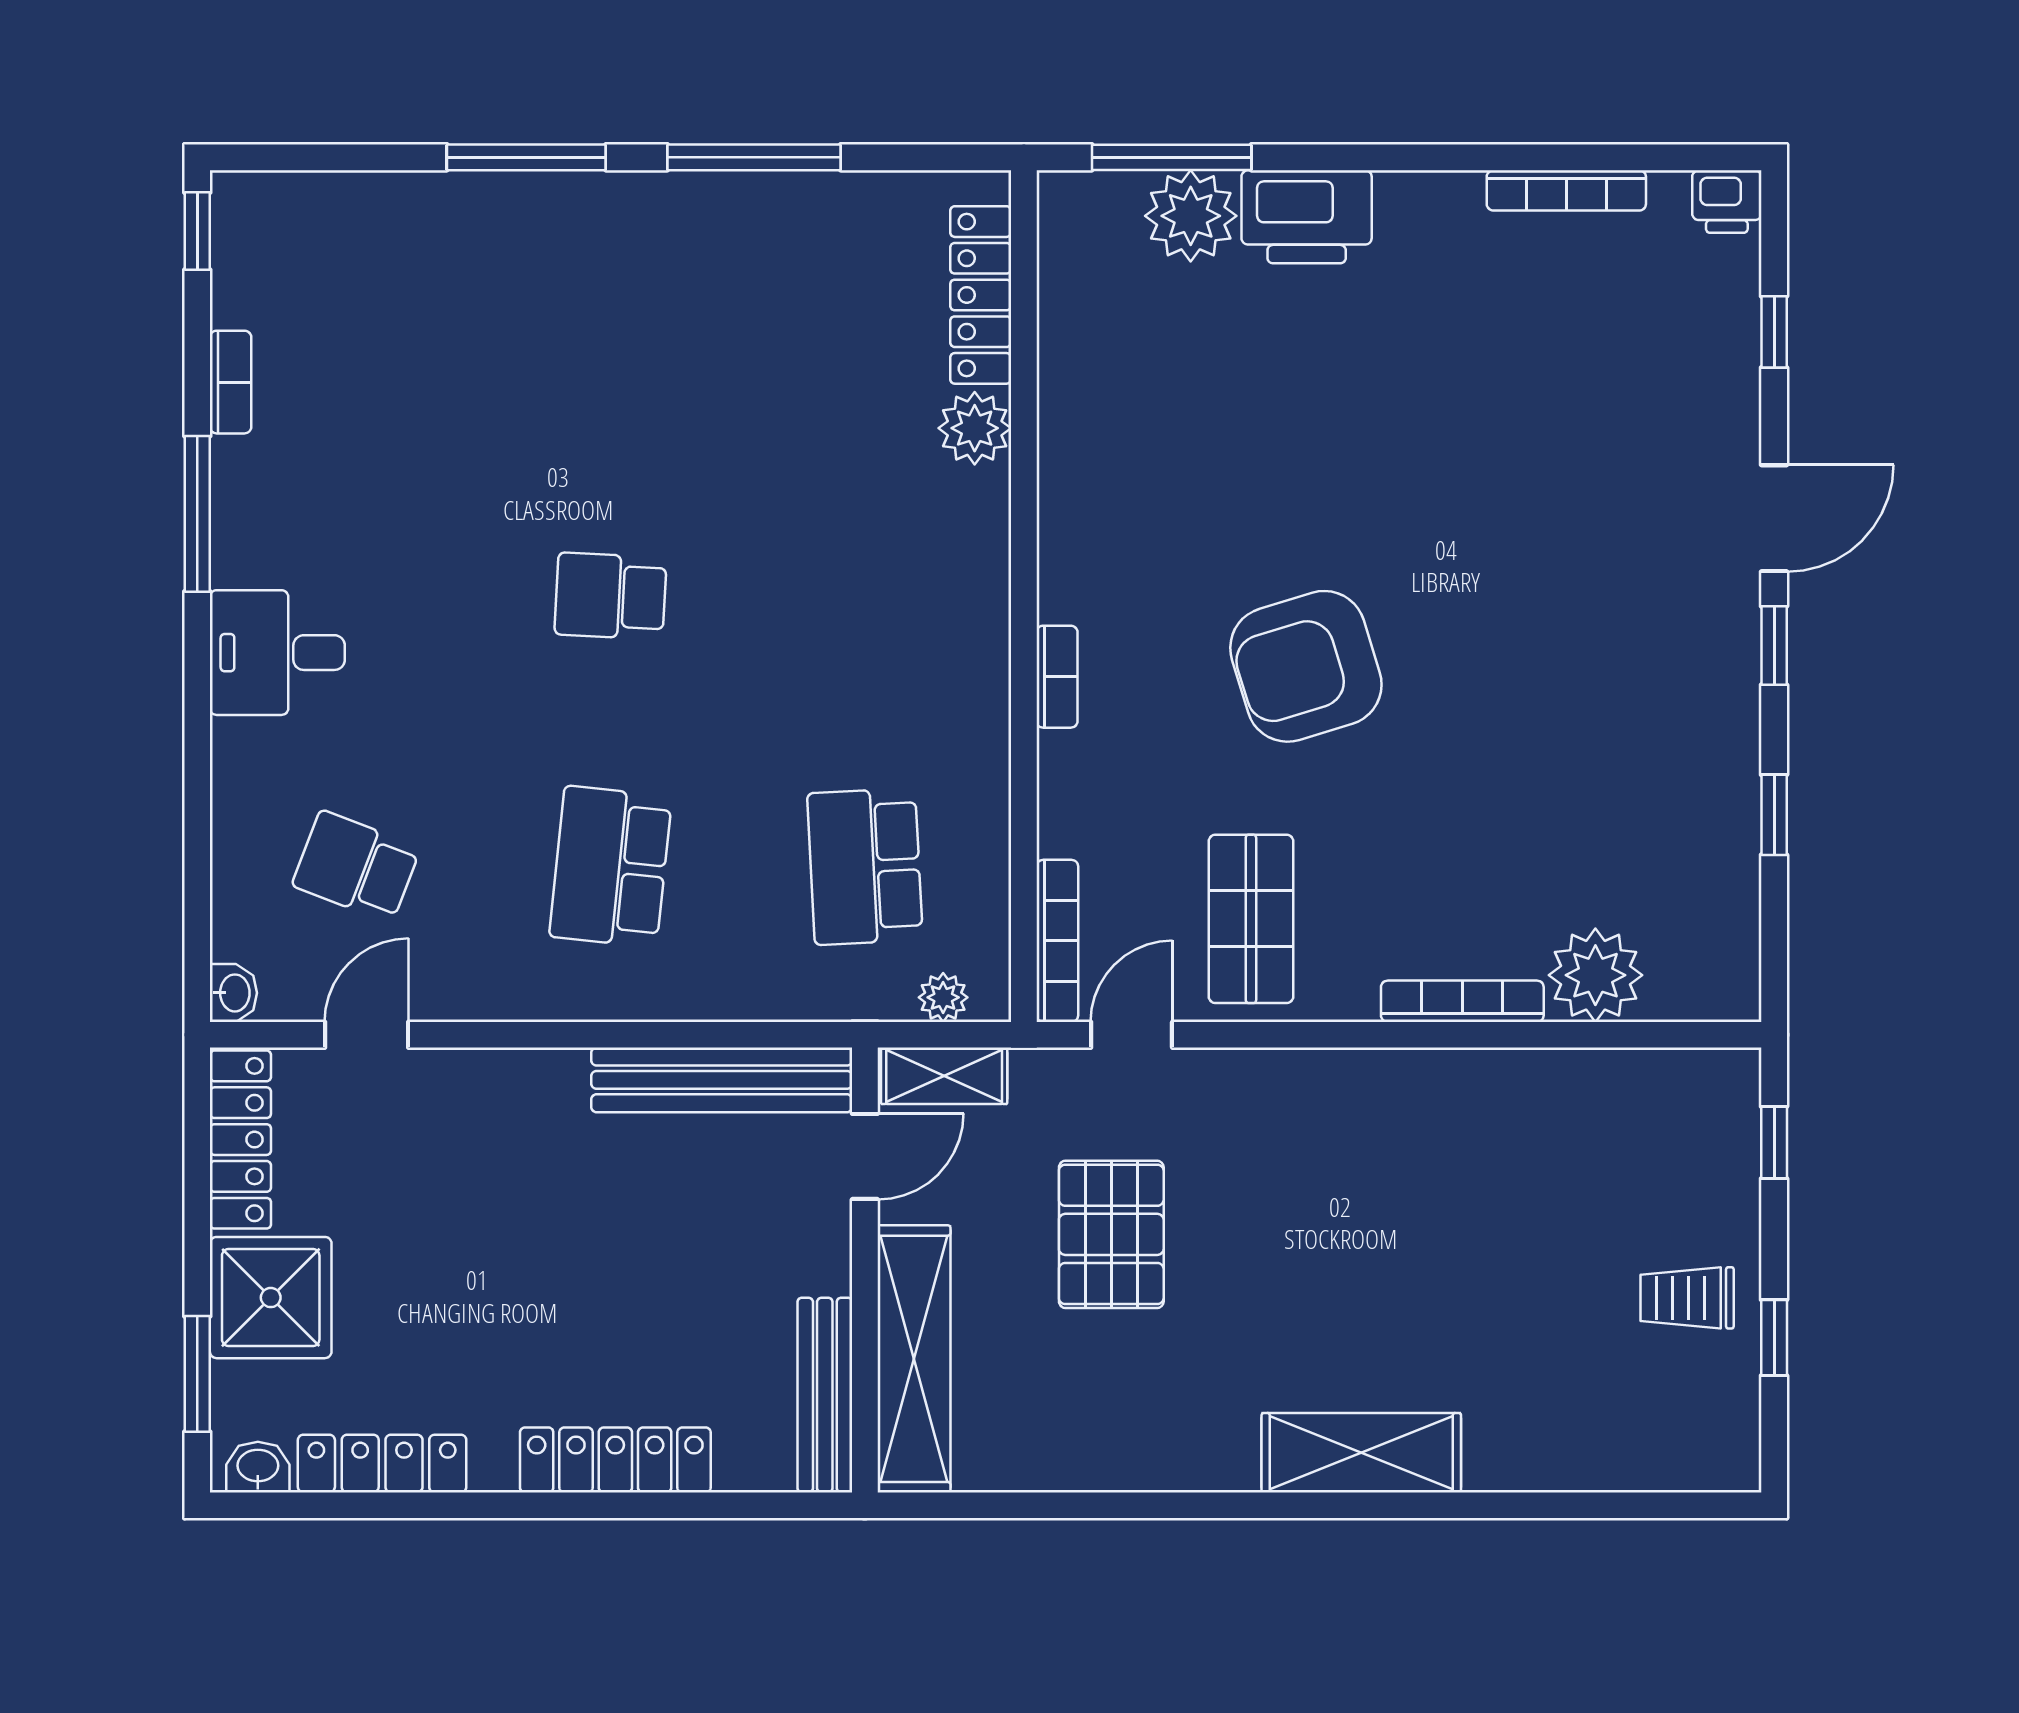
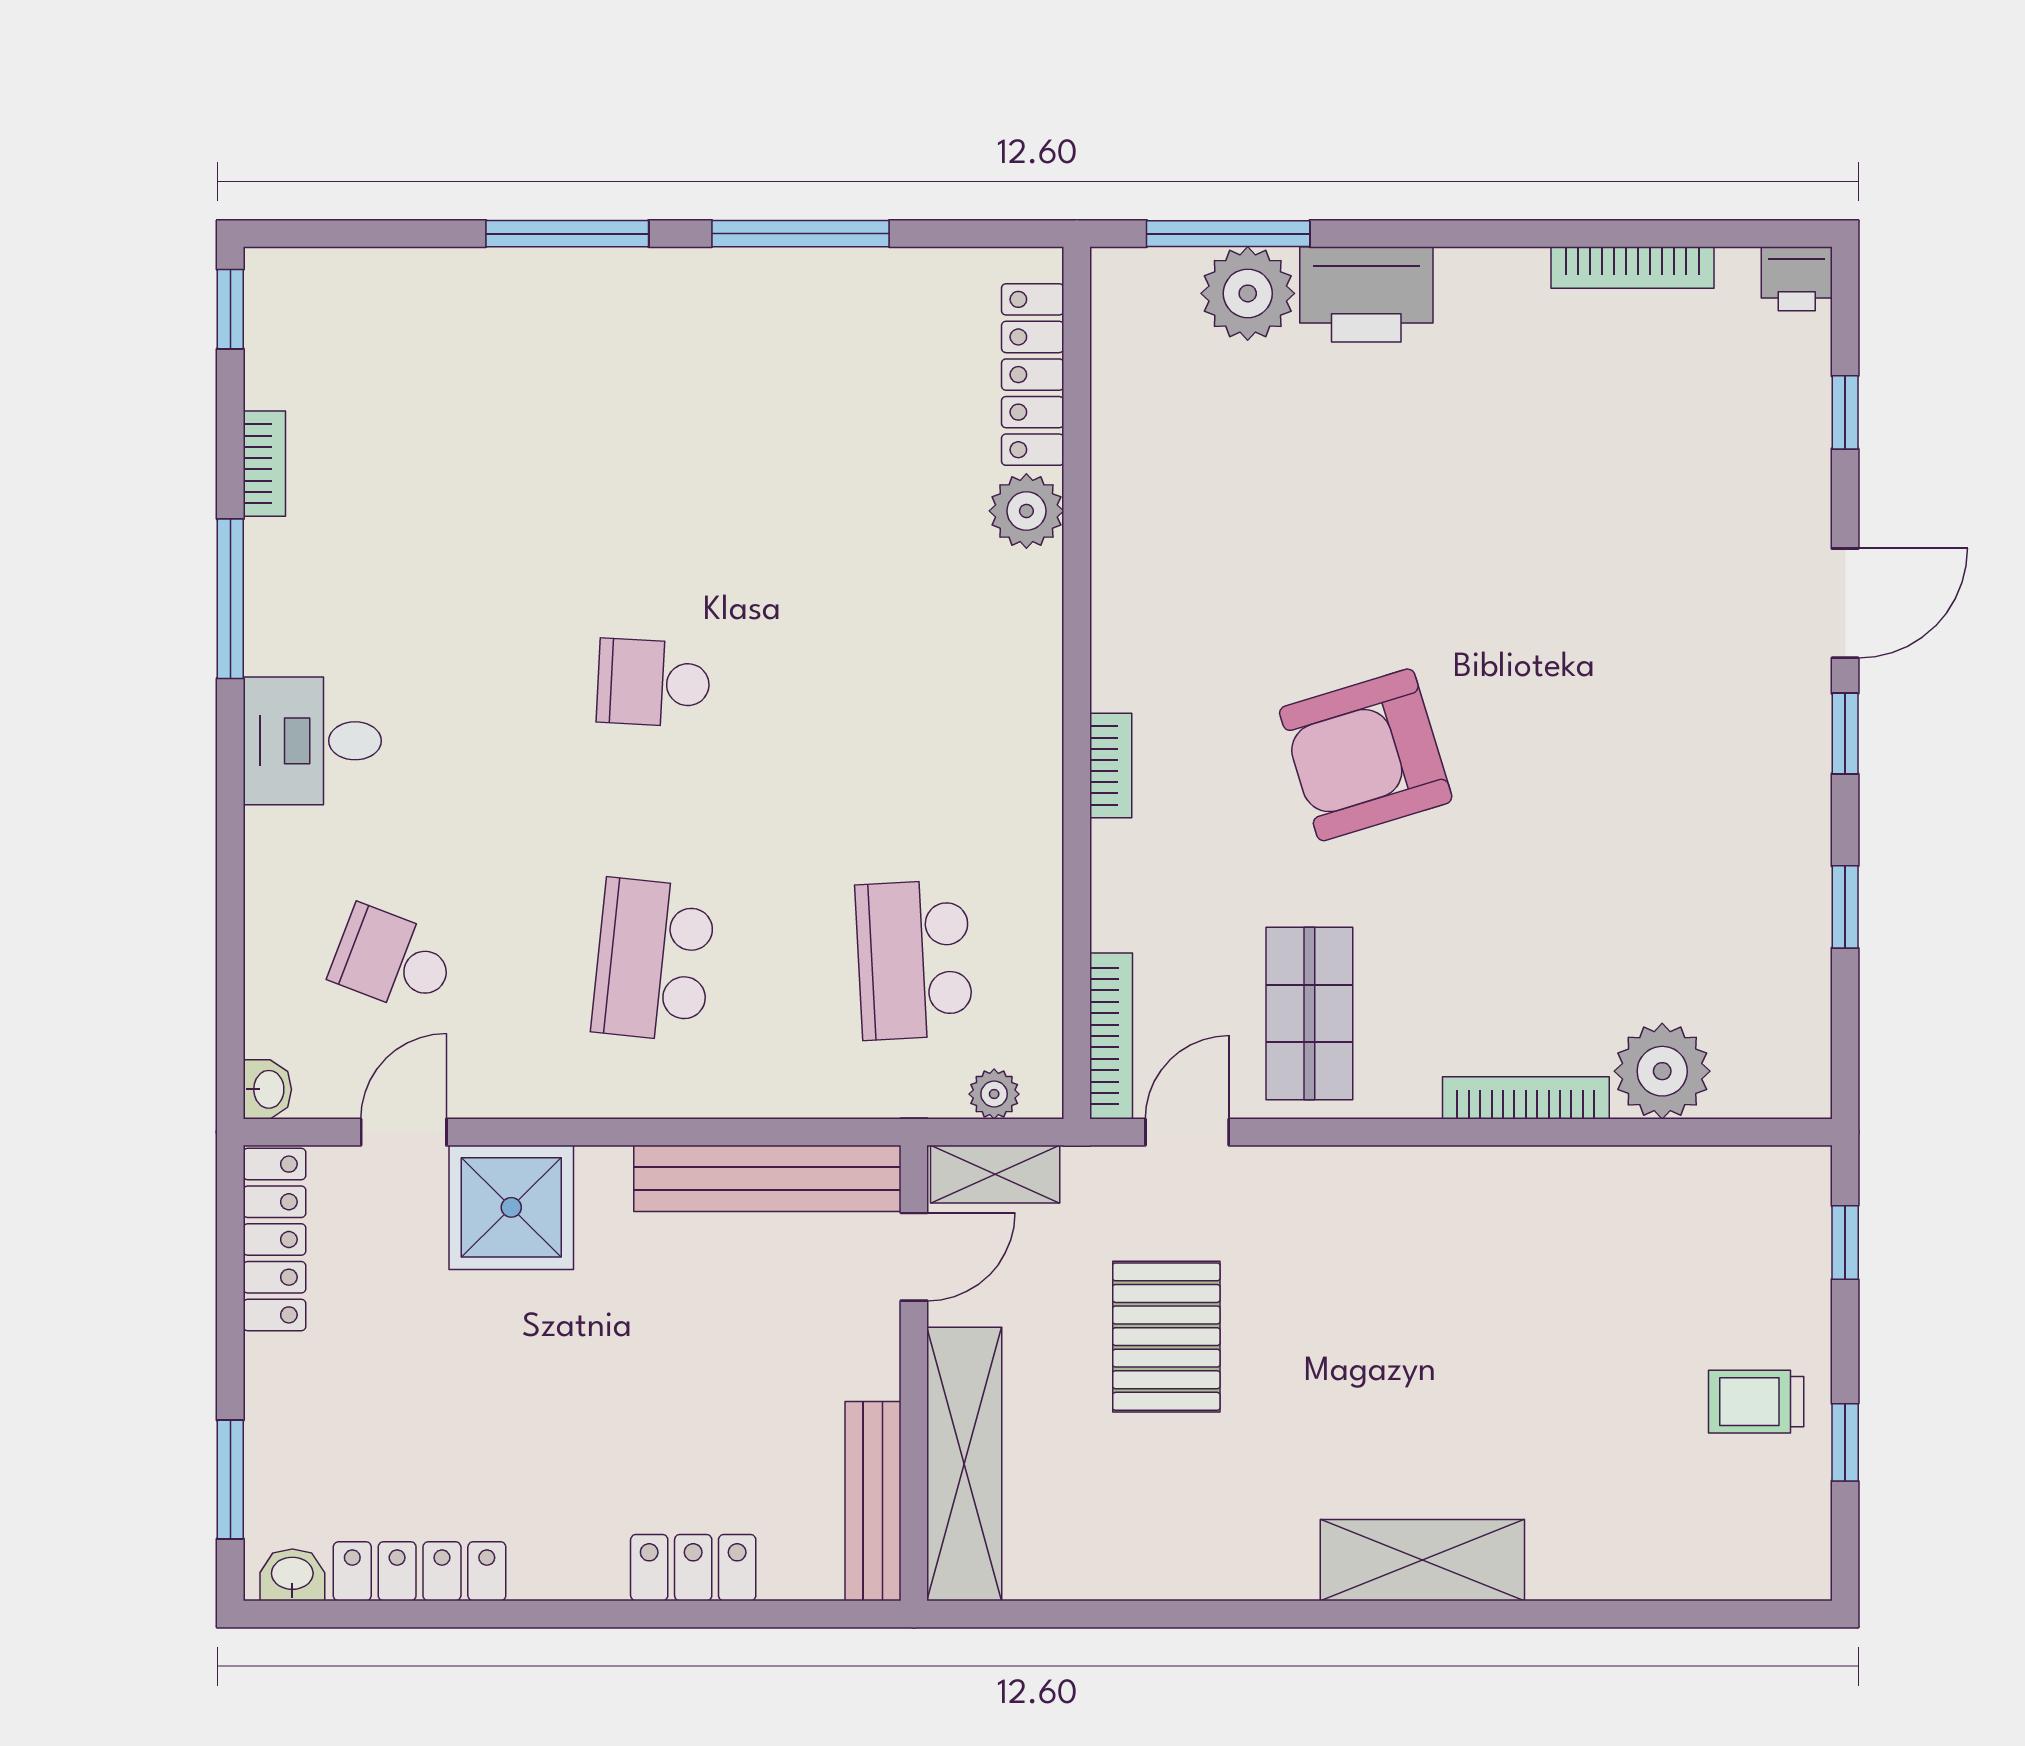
shower: (271, 1298) -> (511, 1207), moved
locker: (615, 1460) -> (693, 1568), width x0.66

